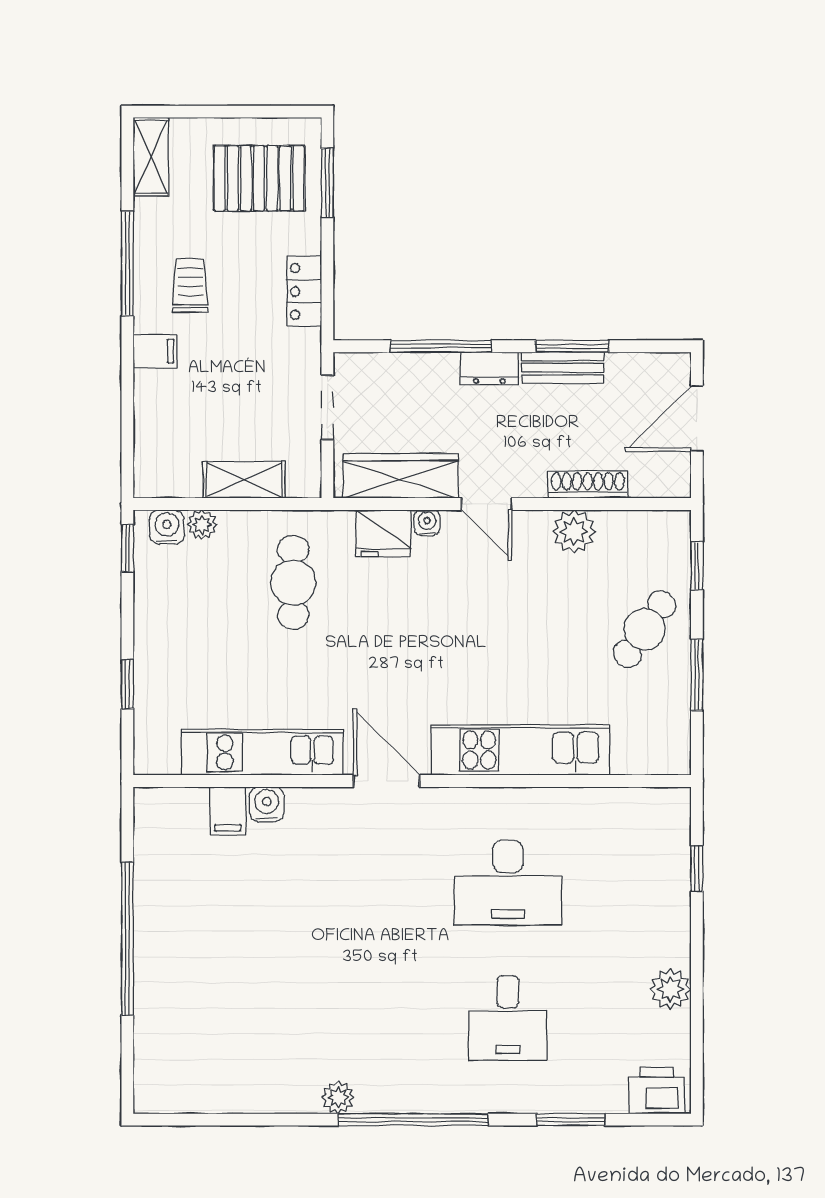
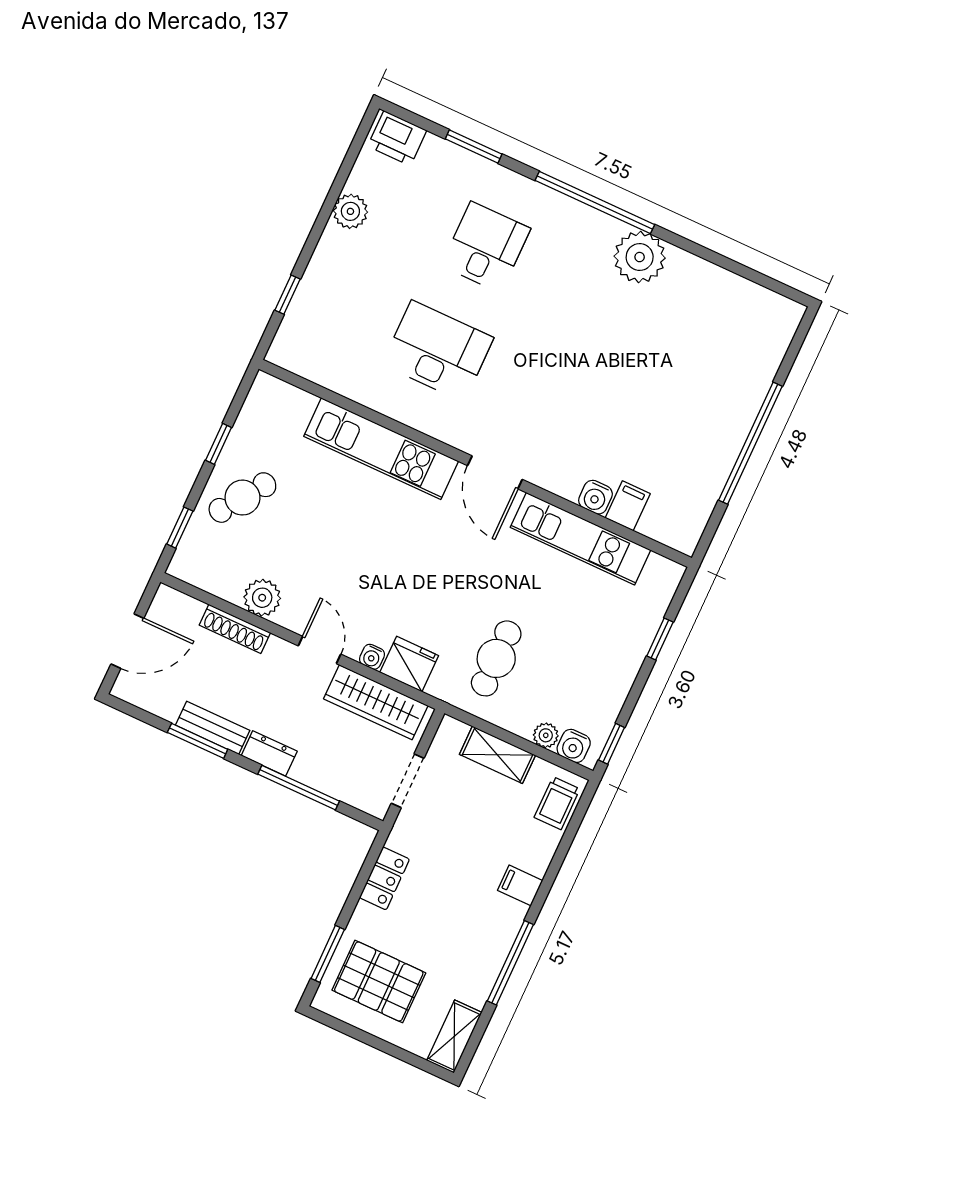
trolley: (190, 286) -> (557, 803), moved
window: (697, 675) -> (218, 444), width x0.67
plant: (338, 1098) -> (640, 257), width x1.87, depth x1.87

